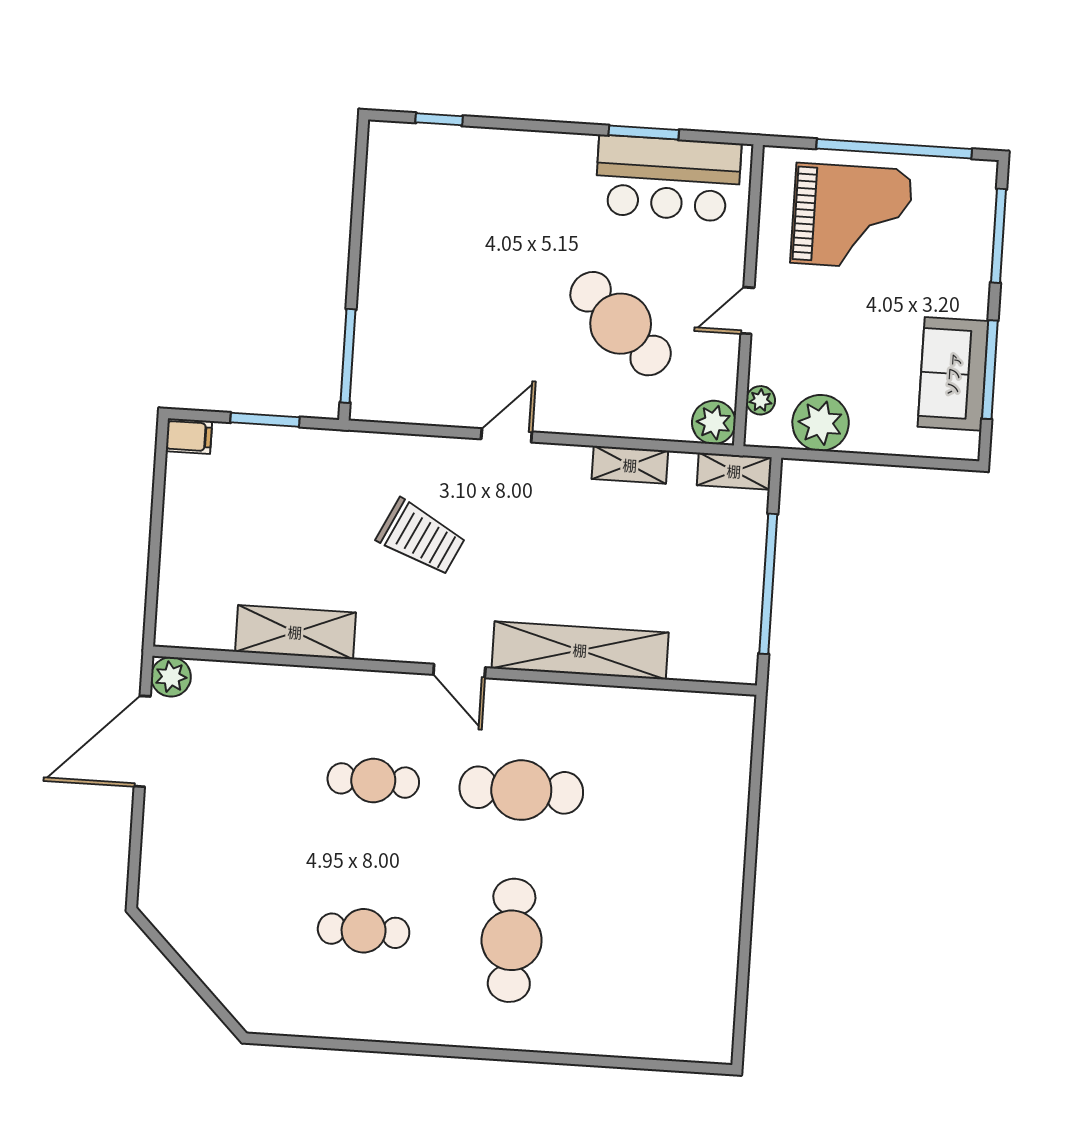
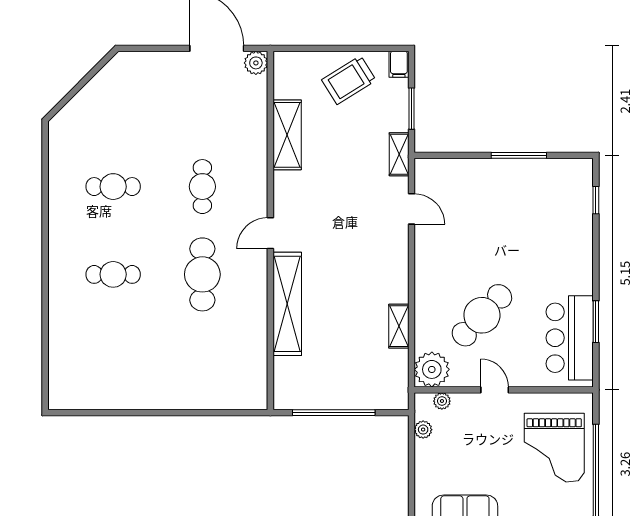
window: (348, 356) -> (519, 155), moved
plant: (714, 422) -> (432, 369), width x1.36, depth x1.36
plant: (821, 423) -> (423, 430), width x0.53, depth x0.53
door: (507, 435) -> (411, 209), moved
shelving: (734, 471) -> (399, 154), moved
trolley: (421, 537) -> (349, 80), moved, turned 32
cafe table: (364, 931) -> (113, 187), turned 90
cafe table: (512, 940) -> (113, 274), width x0.73, depth x0.74

